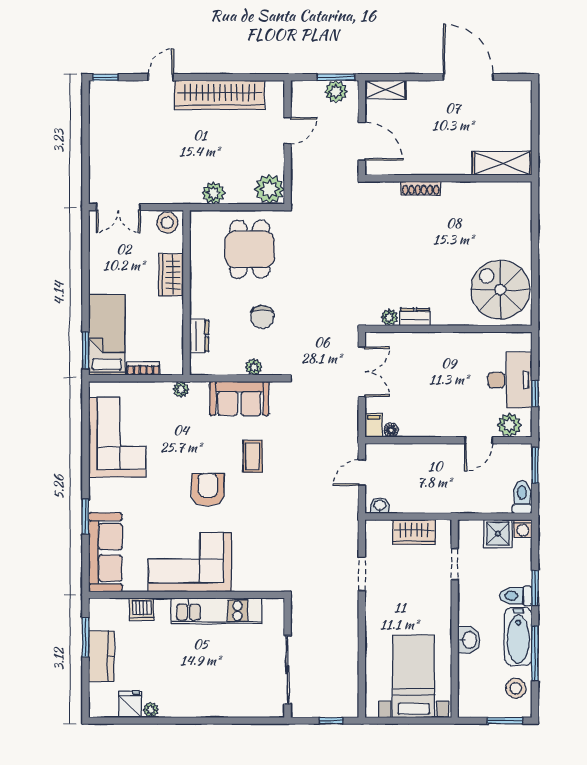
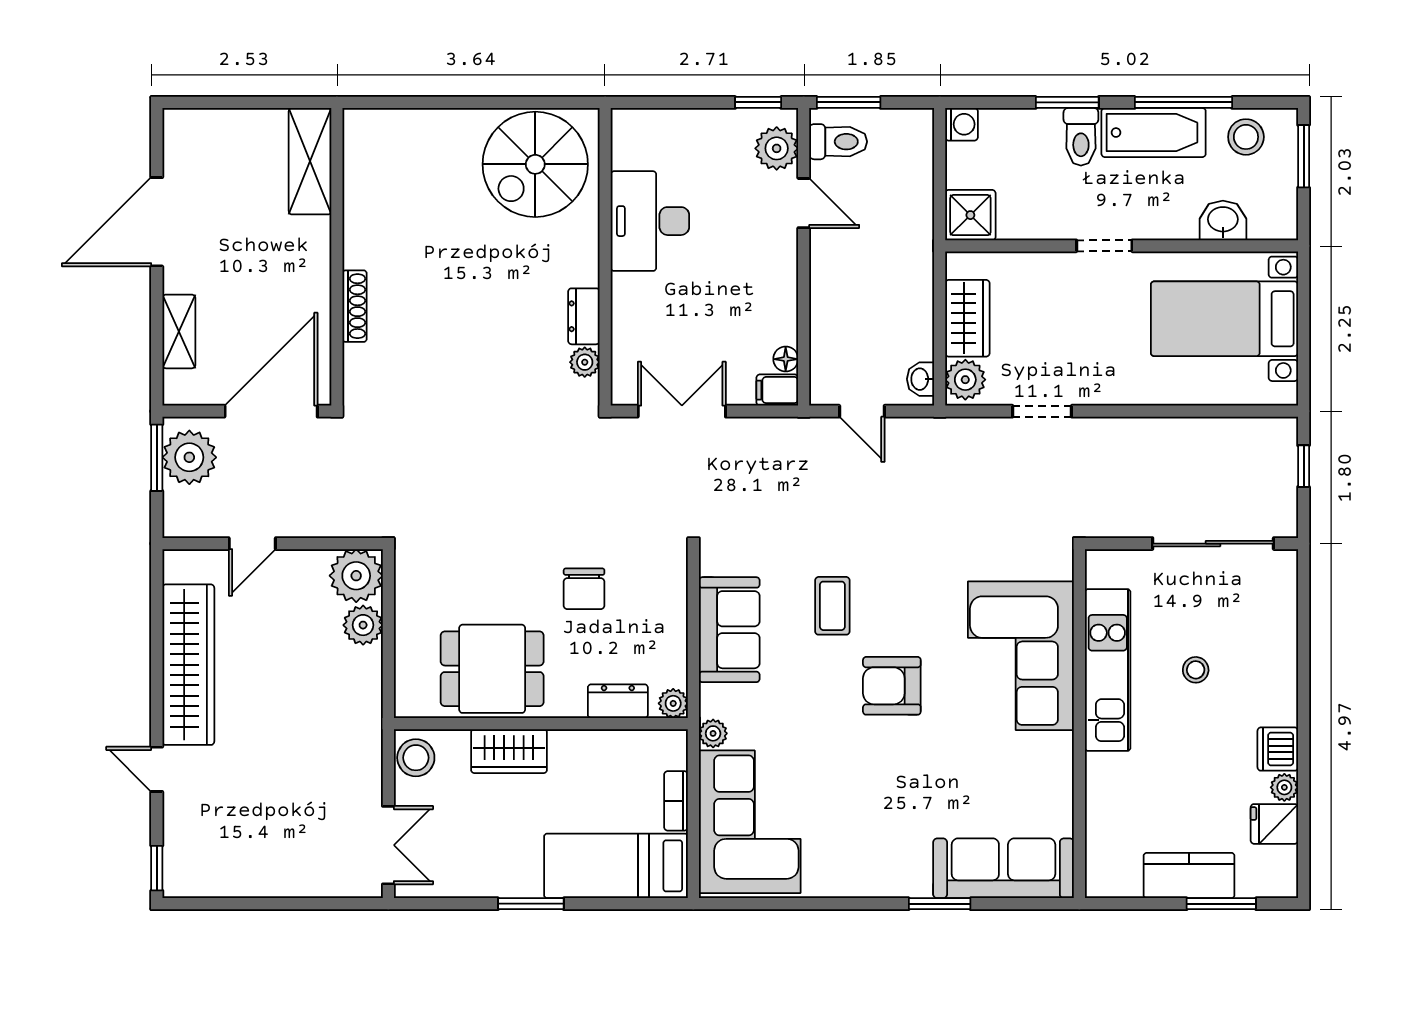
shelving: (386, 90) -> (179, 331), moved
plant: (336, 91) -> (189, 457), width x1.36, depth x1.36
door: (288, 131) -> (252, 544), swing flipped
door: (362, 141) -> (271, 411), width x1.36
plant: (214, 193) -> (363, 625), moved
dining table: (250, 249) -> (492, 669), moved
chair: (262, 317) -> (584, 589), turned 90
window: (85, 350) -> (531, 904), moved
plant: (254, 367) -> (673, 703), moved
desk: (510, 380) -> (650, 221), moved, turned -90
window: (535, 394) -> (758, 102), moved
corner sofa: (117, 437) -> (750, 822), moved, turned 90
coffee table: (253, 456) -> (832, 606), turned 90
toilet: (522, 497) -> (838, 142), moved, turned 180
plant: (380, 531) -> (965, 380), added
shower: (498, 534) -> (970, 215), moved
corner sofa: (190, 562) -> (1021, 656), moved
doorway: (455, 564) -> (1104, 246), moved
dishwasher: (142, 609) -> (1278, 749), moved, turned 180
window: (85, 638) -> (1221, 904), moved
washbasin: (469, 640) -> (1223, 221), moved
stool: (217, 660) -> (1196, 670), added

